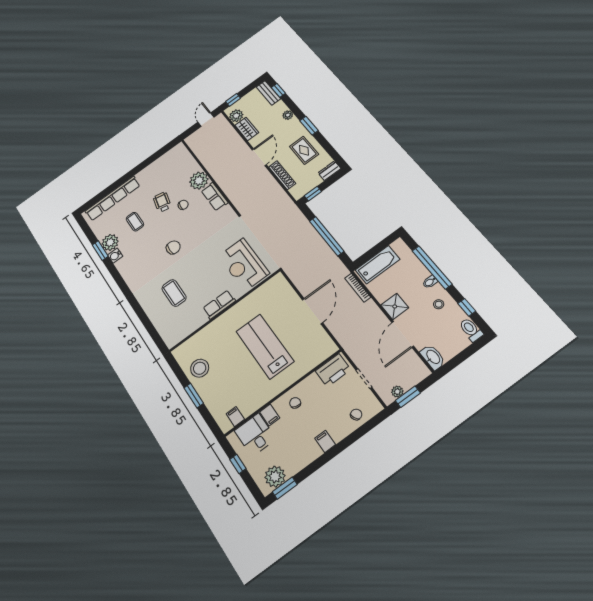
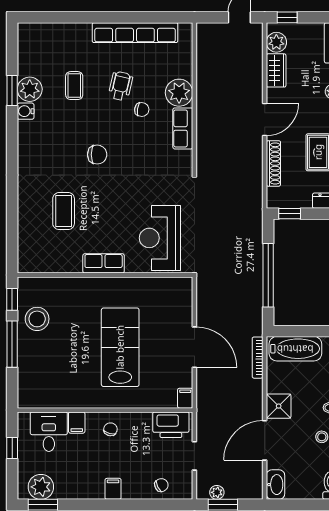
row of seats: (113, 198) -> (135, 33), moved
door: (312, 311) -> (194, 347), hinge flipped
window: (176, 368) -> (12, 299), added
window: (194, 396) -> (12, 344), width x1.44
filing cabinet: (235, 416) -> (185, 398), moved

